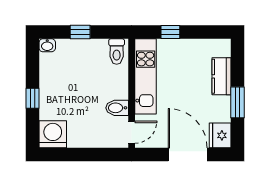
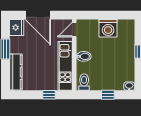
kitchen counter: (222, 76) -> (16, 72), width x1.50
bidet: (117, 108) -> (84, 56), moved
washing machine: (53, 134) -> (108, 28), moved

